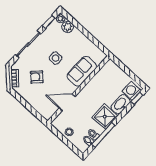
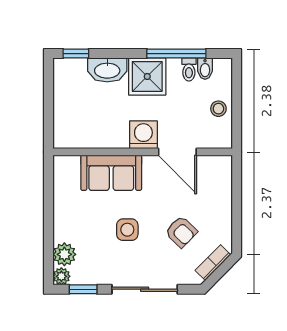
washing machine: (132, 91) -> (143, 135), moved, turned 180

